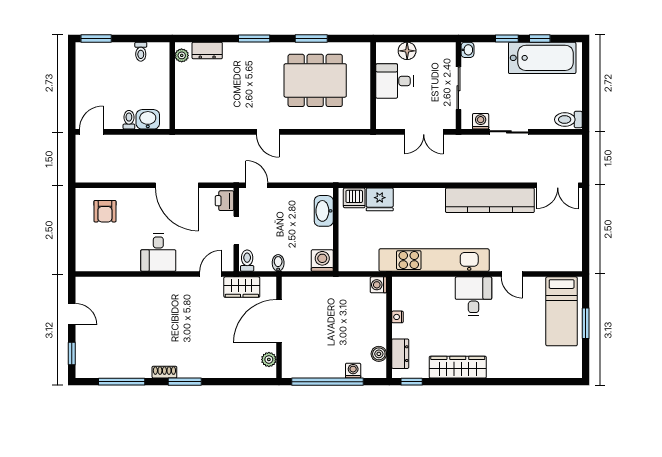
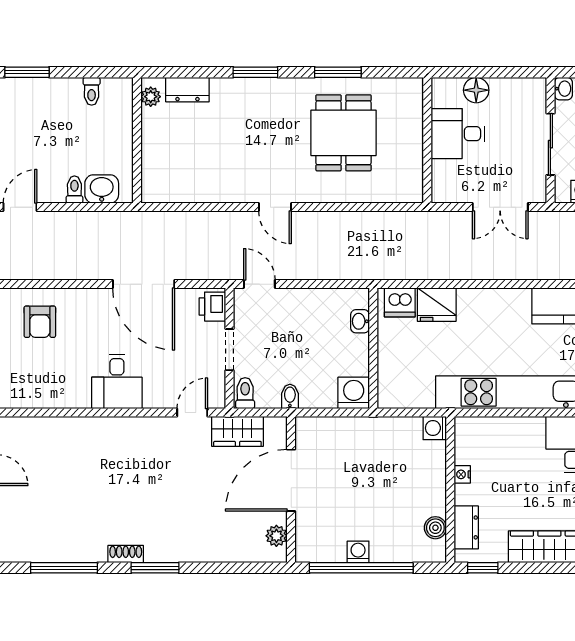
dining table: (315, 80) -> (343, 133), width x0.73
washbasin: (324, 211) -> (360, 321), width x0.52, depth x0.69
washing machine: (353, 371) -> (358, 552), moved

